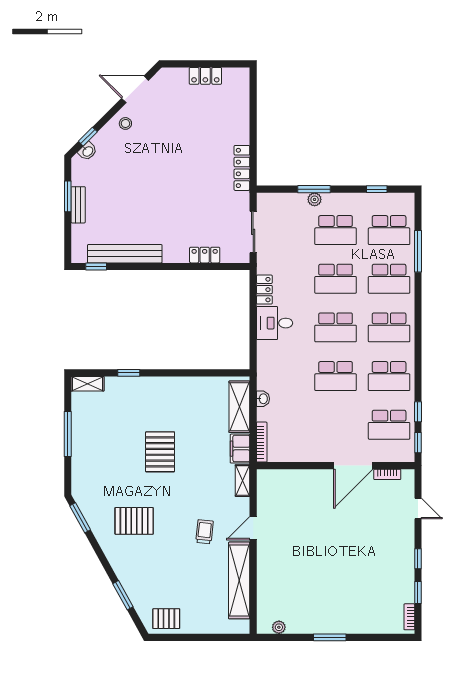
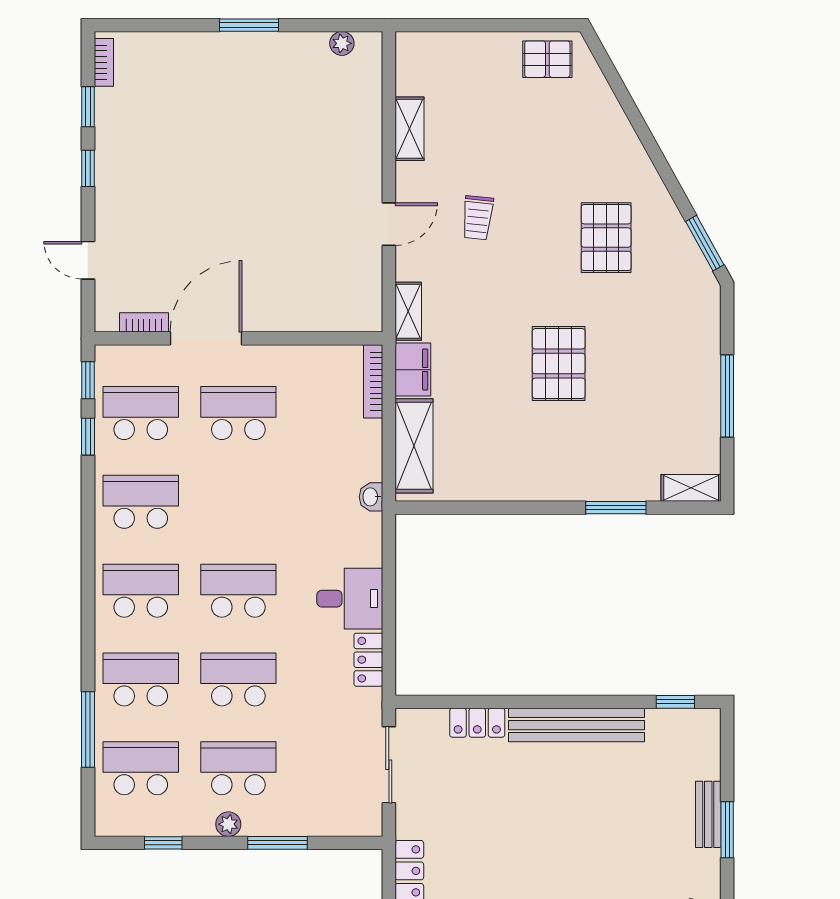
plant: (315, 199) -> (228, 824), moved
bench: (125, 254) -> (577, 725), moved
window: (129, 373) -> (616, 508), width x1.50
school desk: (336, 376) -> (238, 413), moved
washbasin: (263, 399) -> (371, 497), moved
pallet: (134, 521) -> (606, 238), turned 90
shelving: (239, 580) -> (409, 129), width x0.45, depth x0.75
window: (123, 595) -> (626, 102), removed

